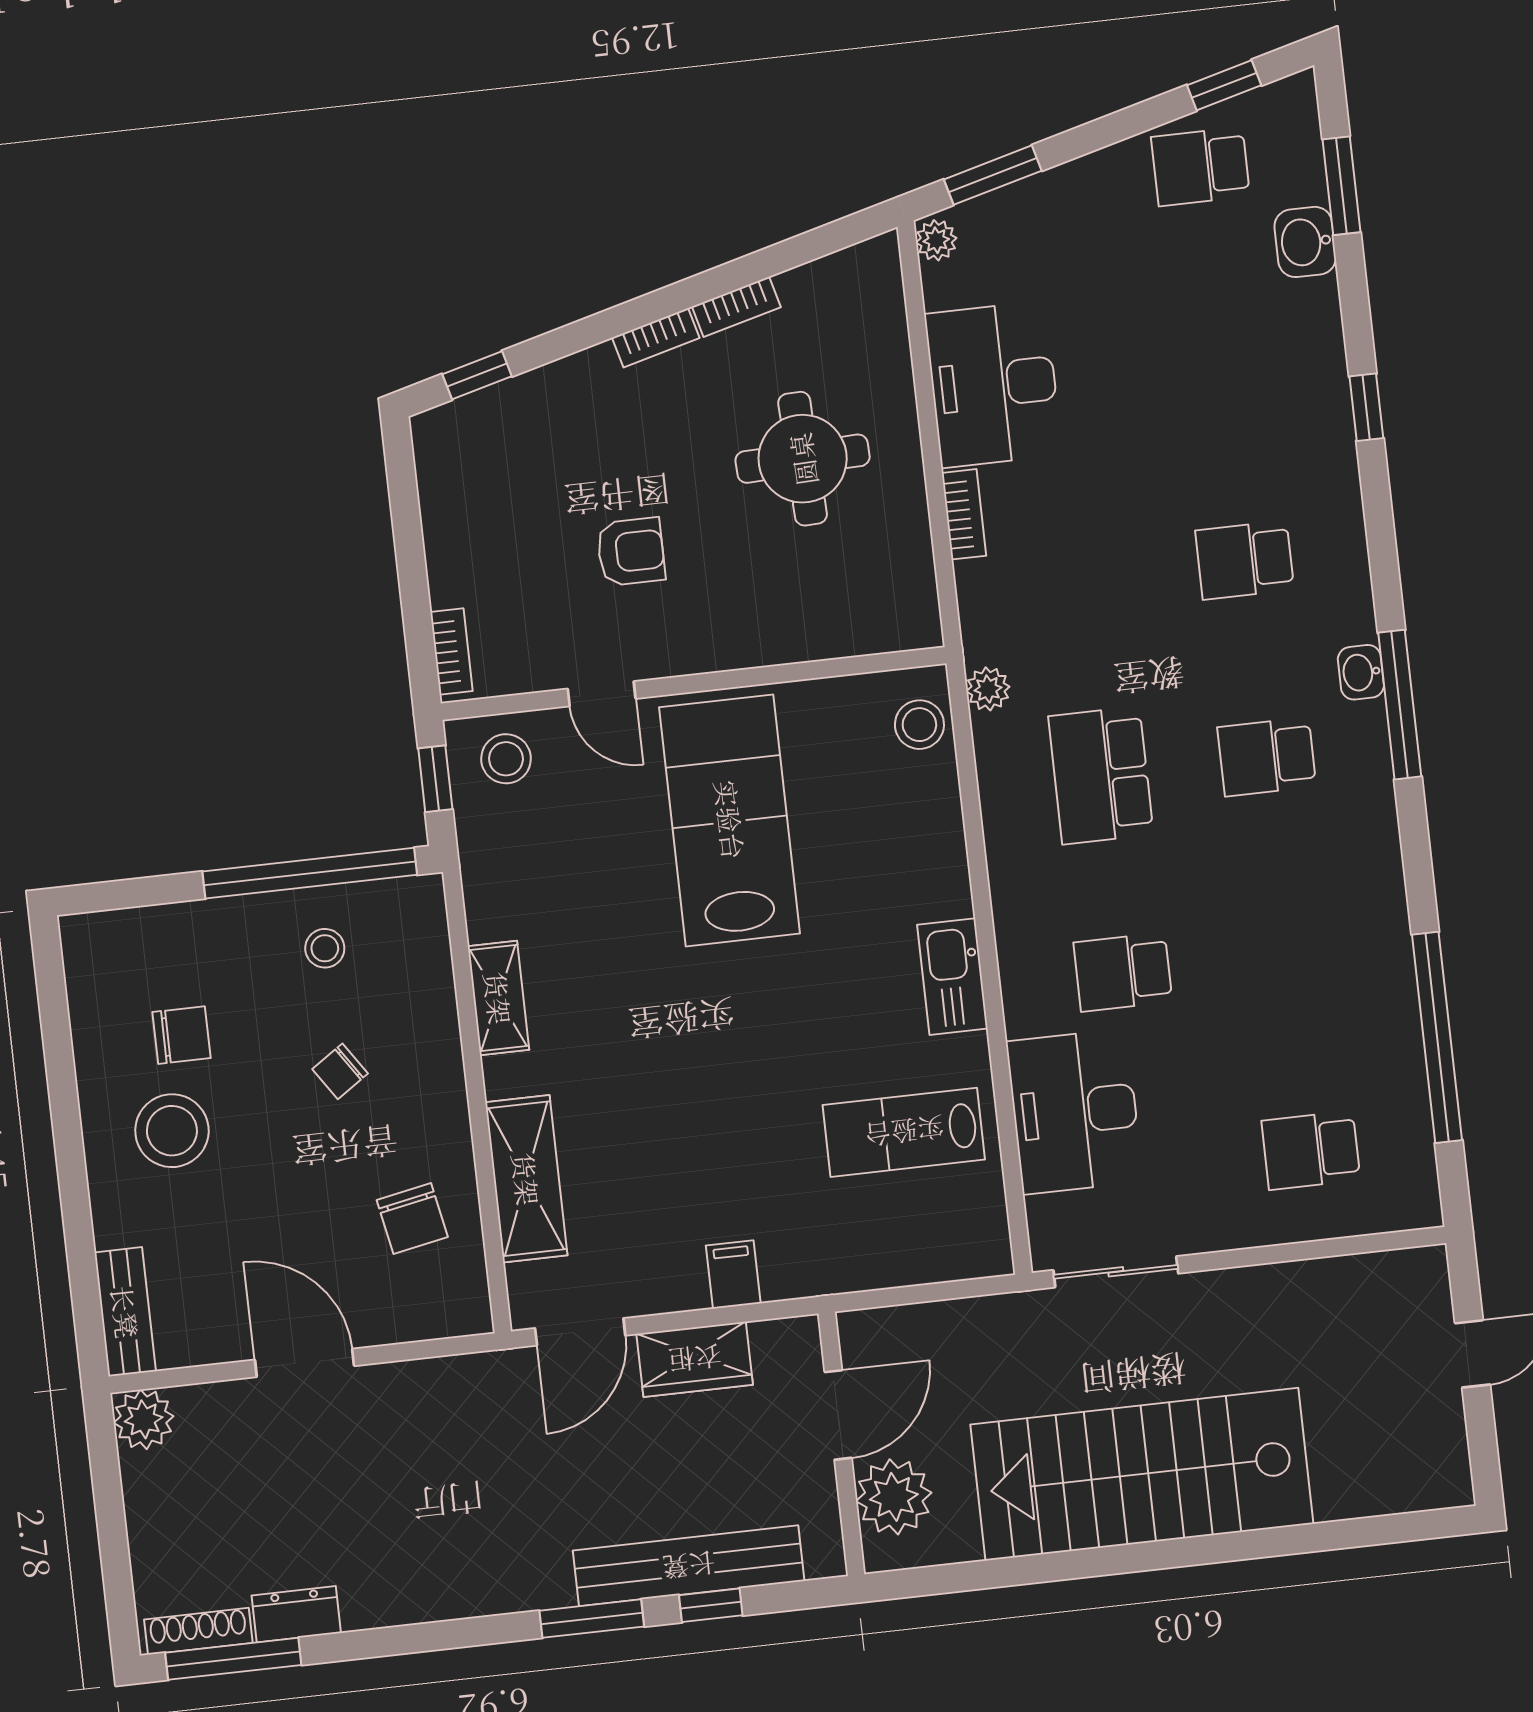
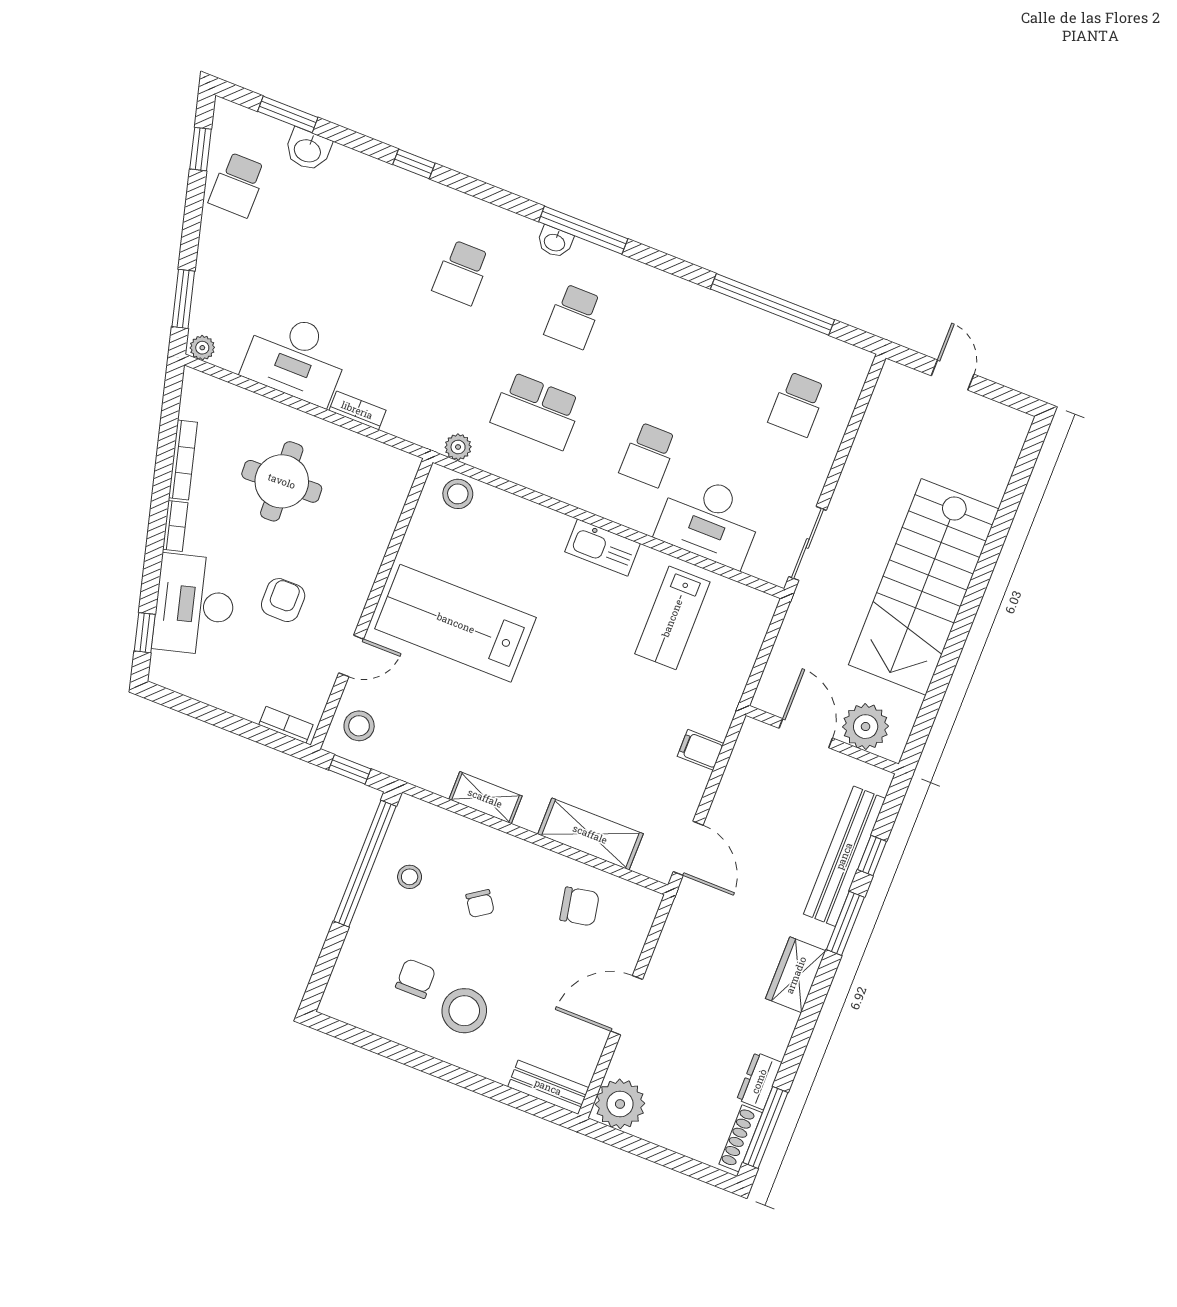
bookcase: (736, 307) -> (183, 460), width x1.56
desk: (556, 426) -> (195, 605), added
wardrobe: (695, 1359) -> (796, 975), moved, turned 180
plant: (144, 1419) -> (620, 1104), width x1.36, depth x1.36

